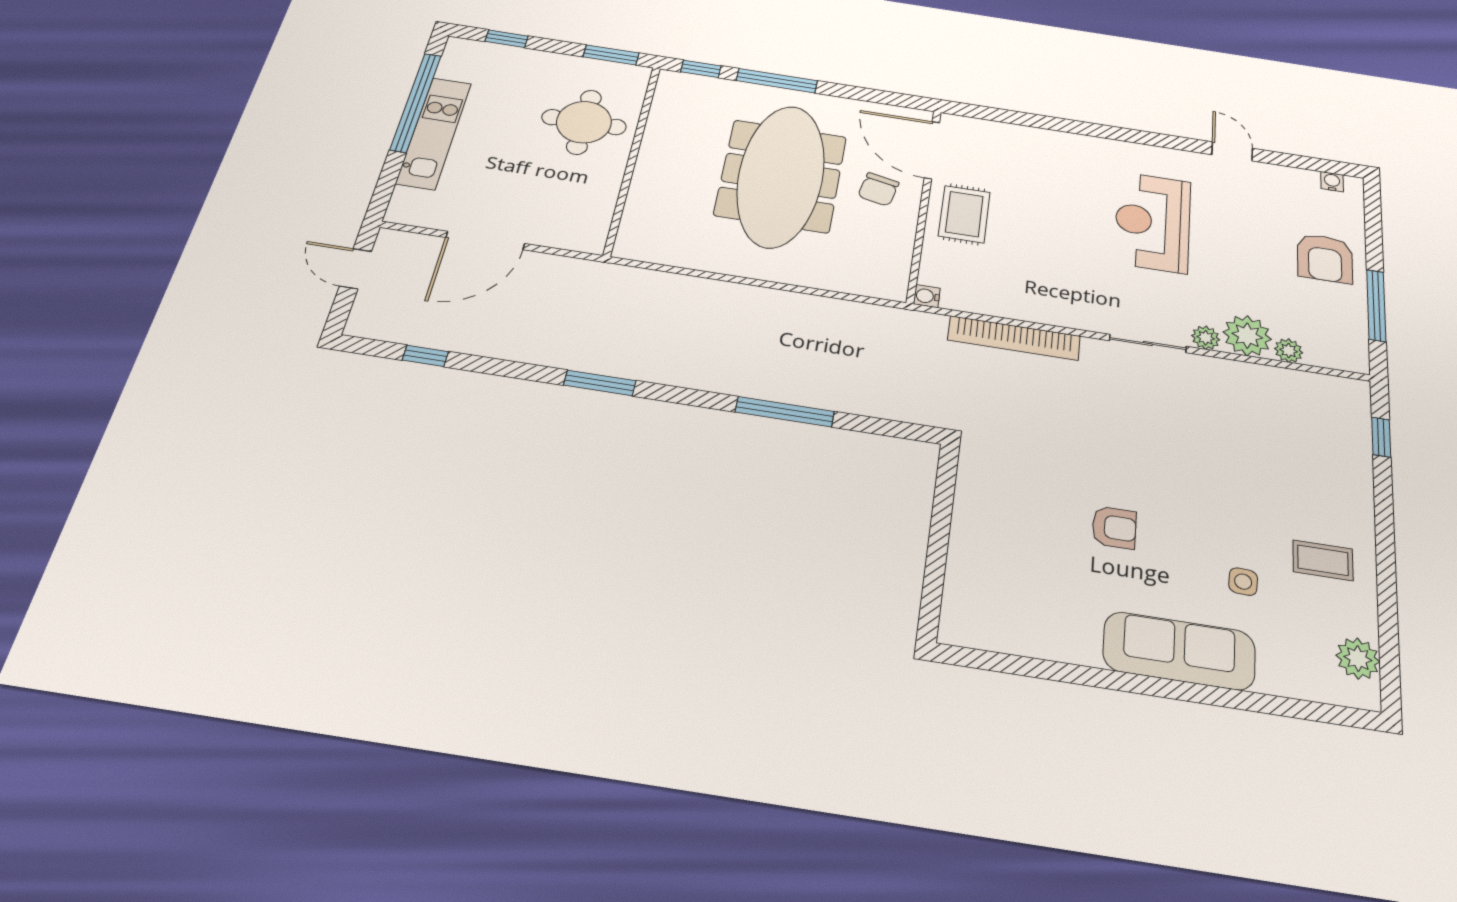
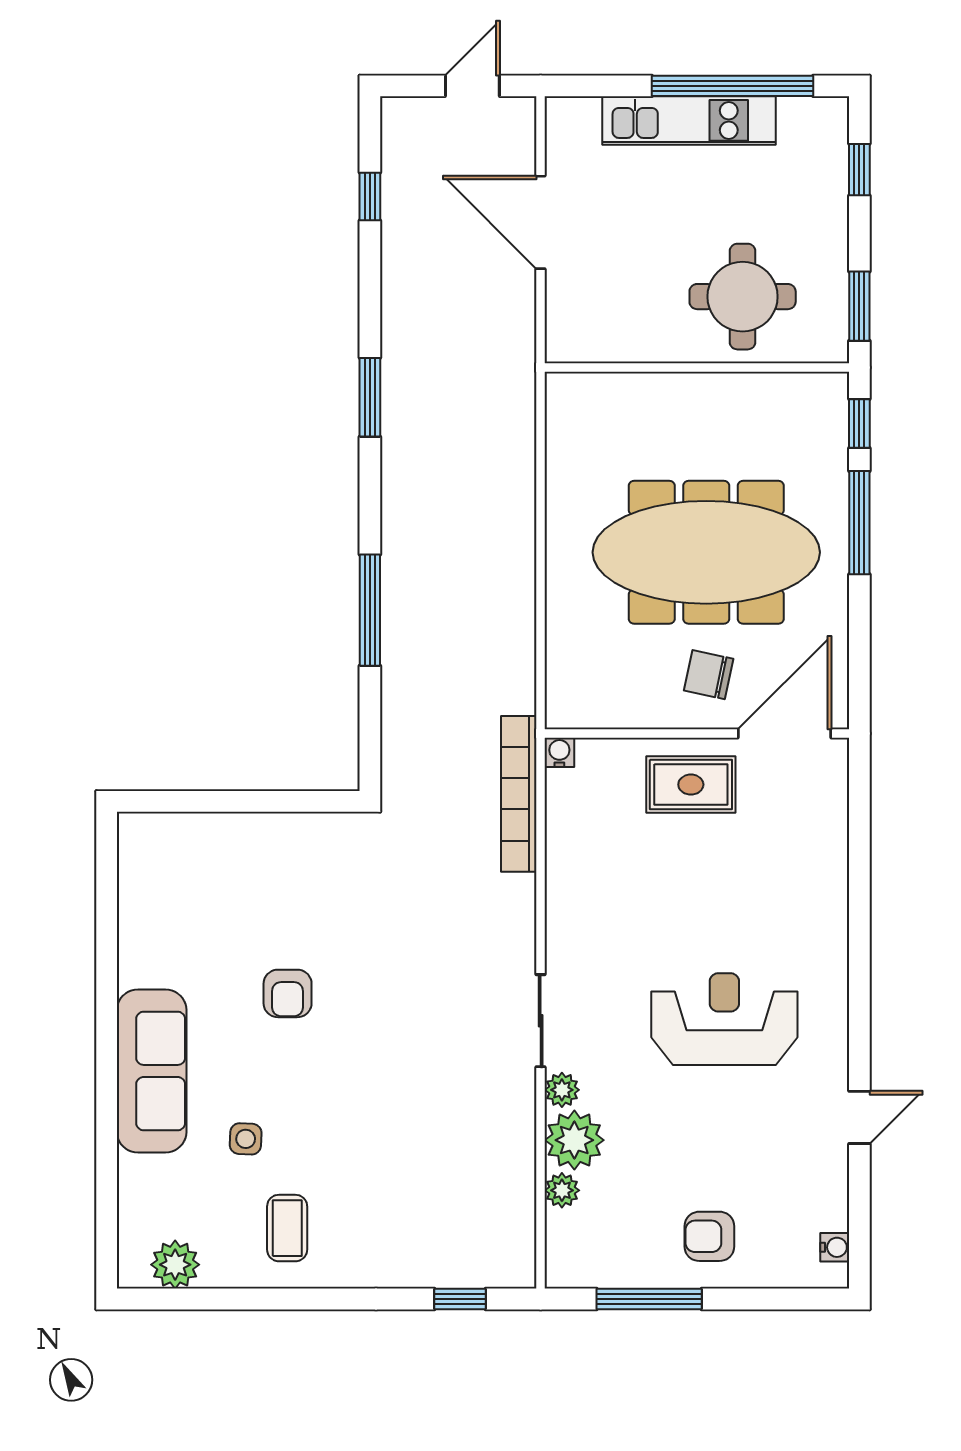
armchair: (1325, 258) -> (709, 1236), width x0.72, depth x0.72
bookcase: (1014, 338) -> (519, 794), moved

